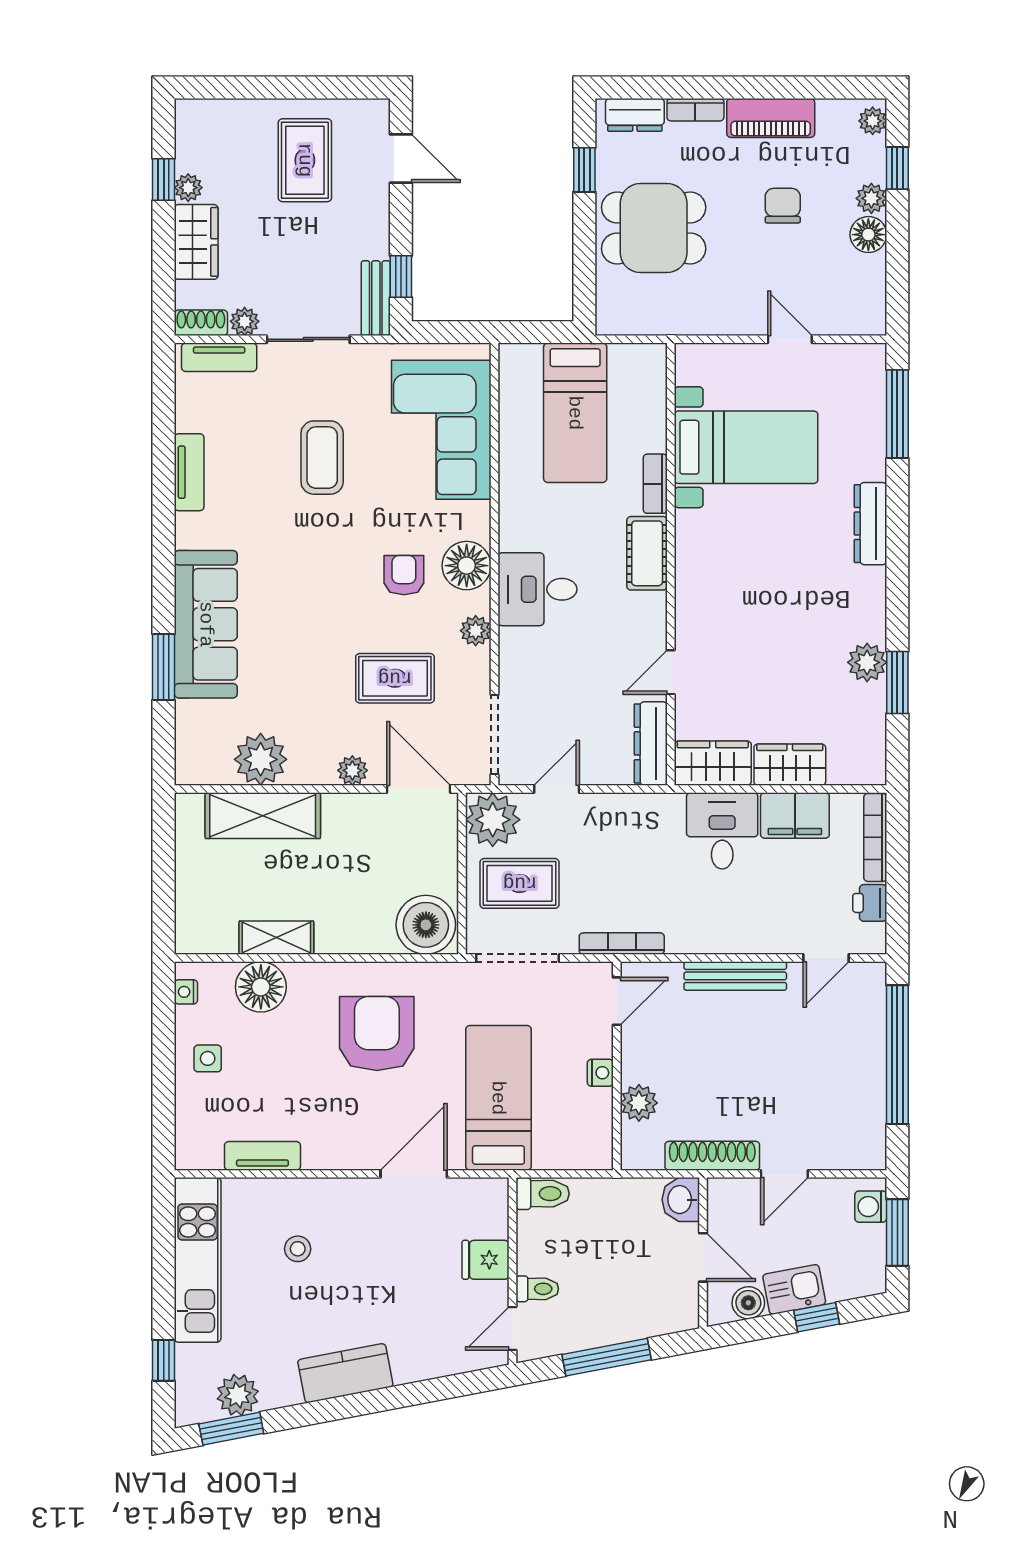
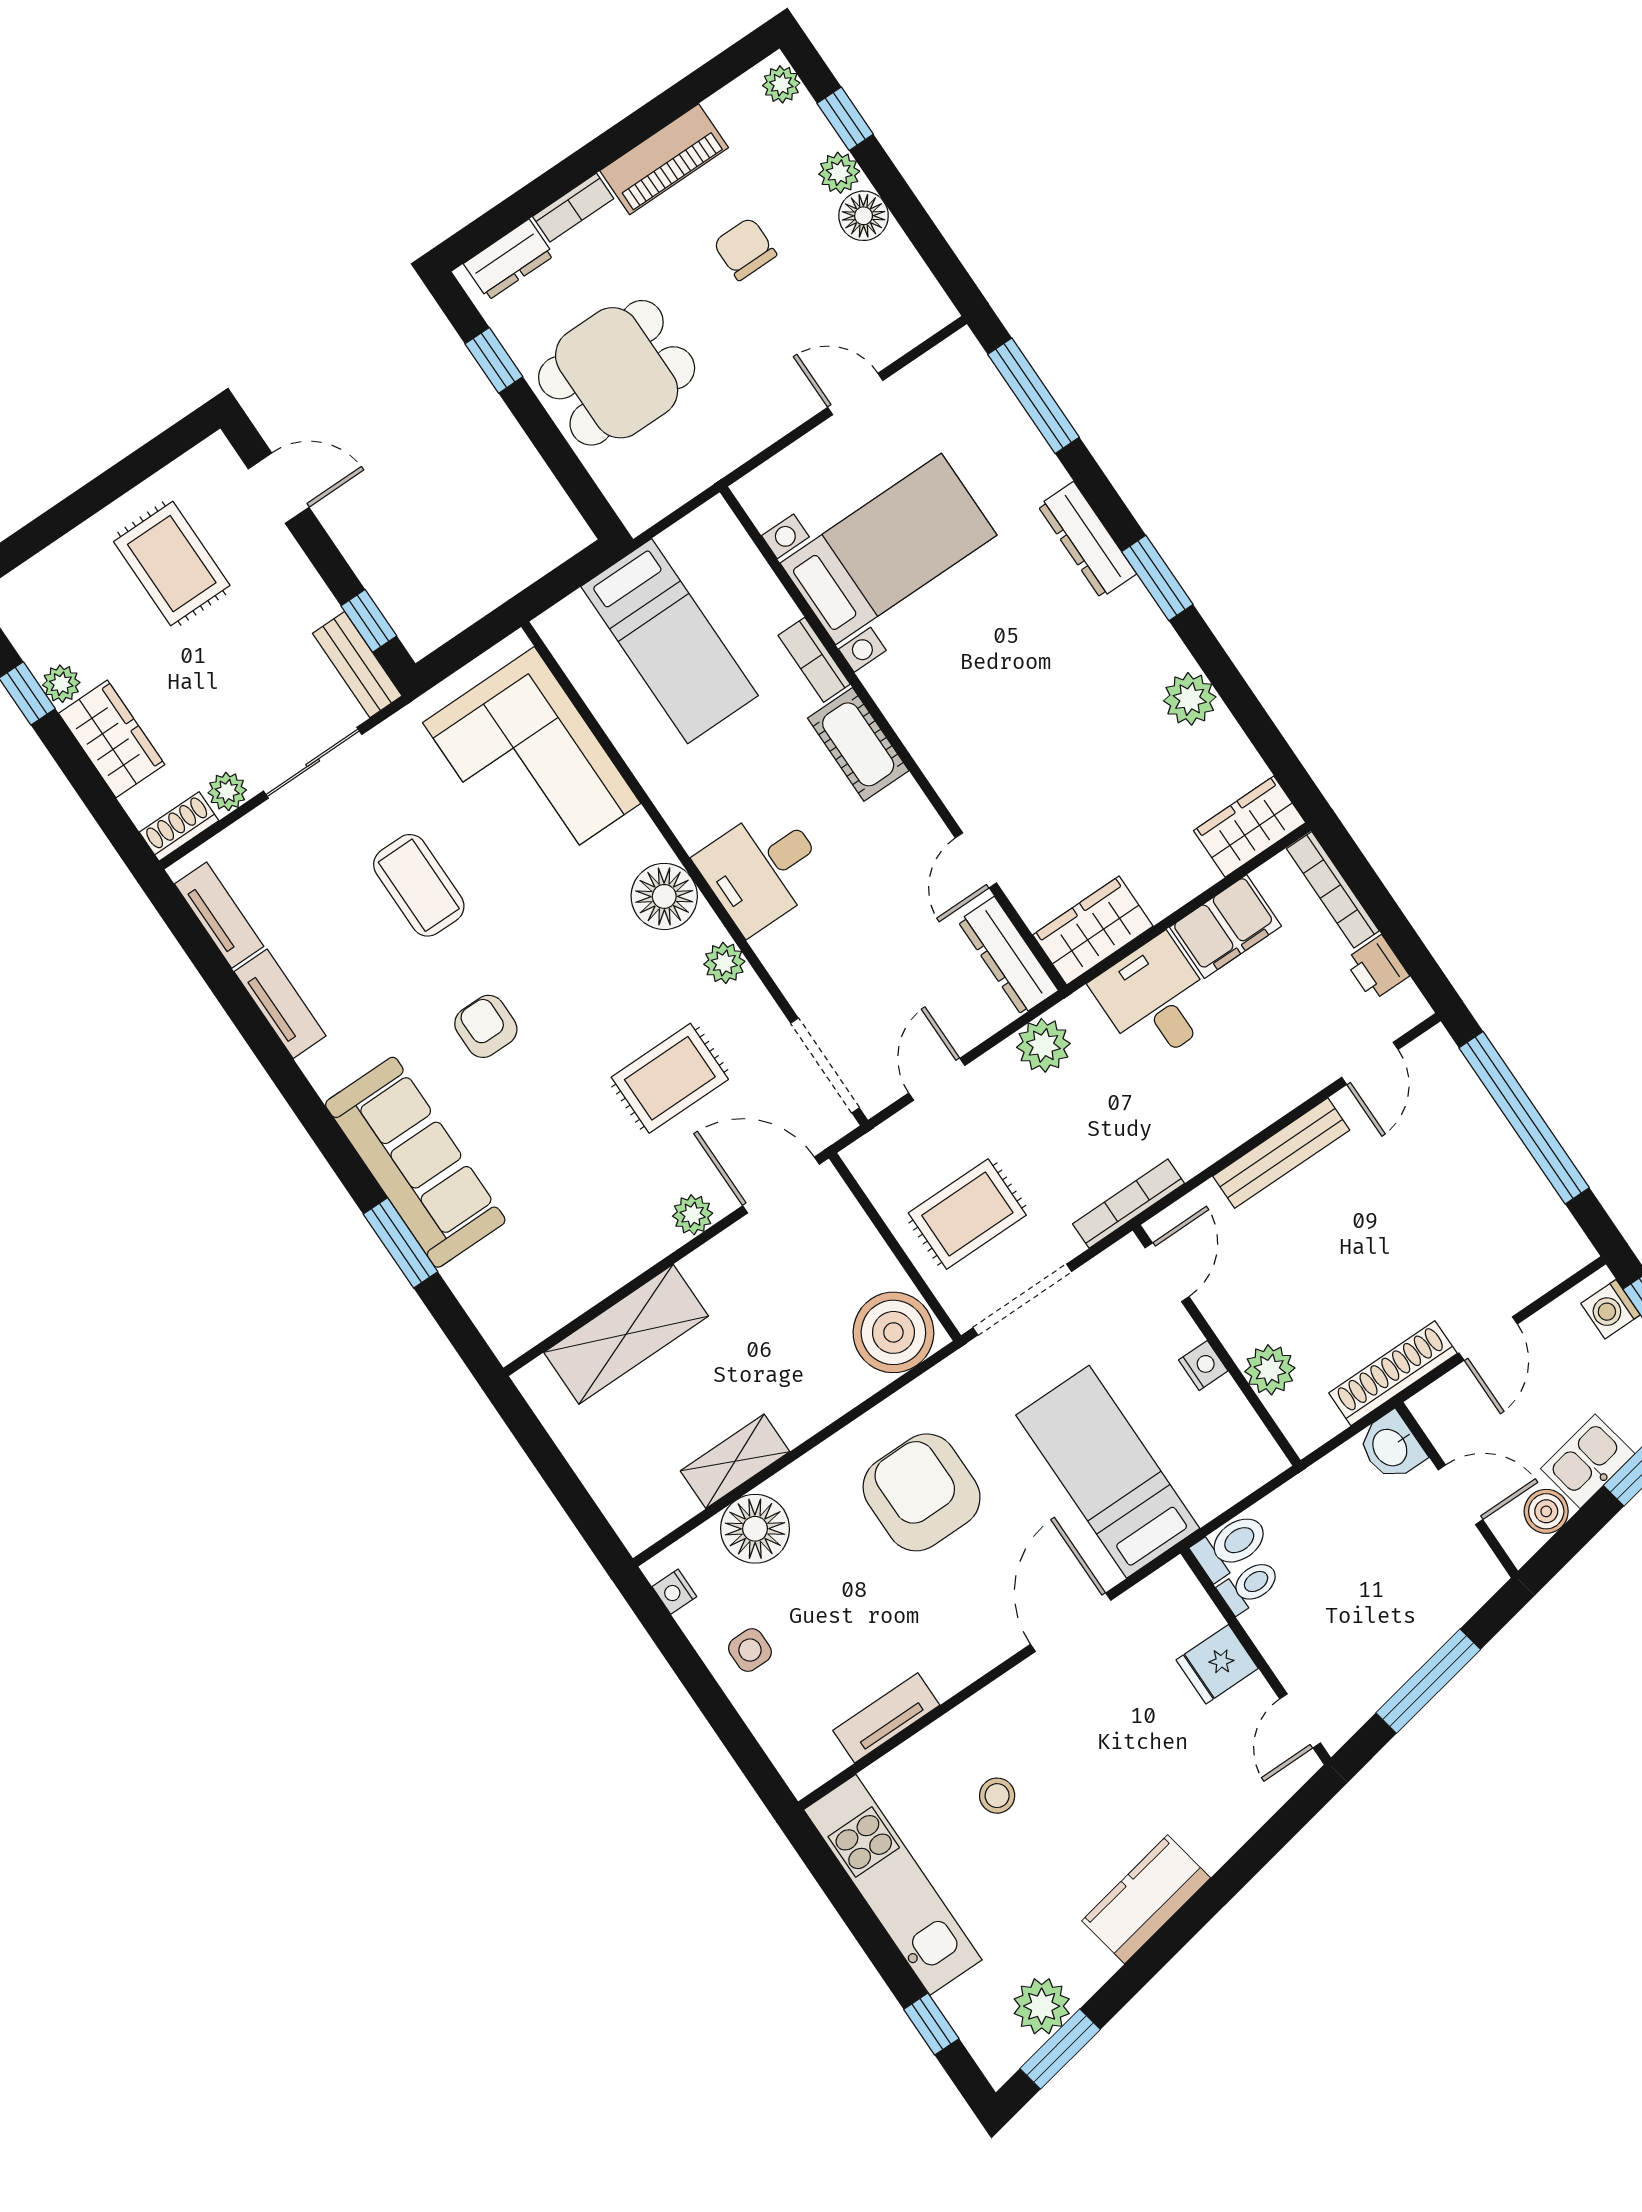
tv unit: (219, 357) -> (219, 915), moved, turned -90
armchair: (404, 575) -> (486, 1026), moved
window: (897, 682) -> (1157, 578), moved
plant: (261, 759) -> (580, 1272), removed
wardrobe: (790, 765) -> (1250, 827), moved
plant: (493, 820) -> (1043, 1045), moved, width x0.73, depth x0.73
toilet: (537, 1289) -> (1249, 1586), moved

